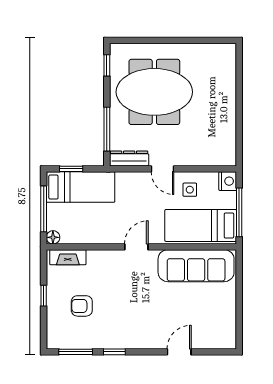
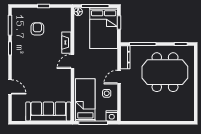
meeting table: (154, 92) -> (165, 72), turned 90
bed: (80, 187) -> (104, 28), width x1.50
door: (136, 247) -> (73, 61), swing flipped
fireplace: (68, 257) -> (66, 43), moved
sofa: (196, 266) -> (48, 112), moved, turned 90

